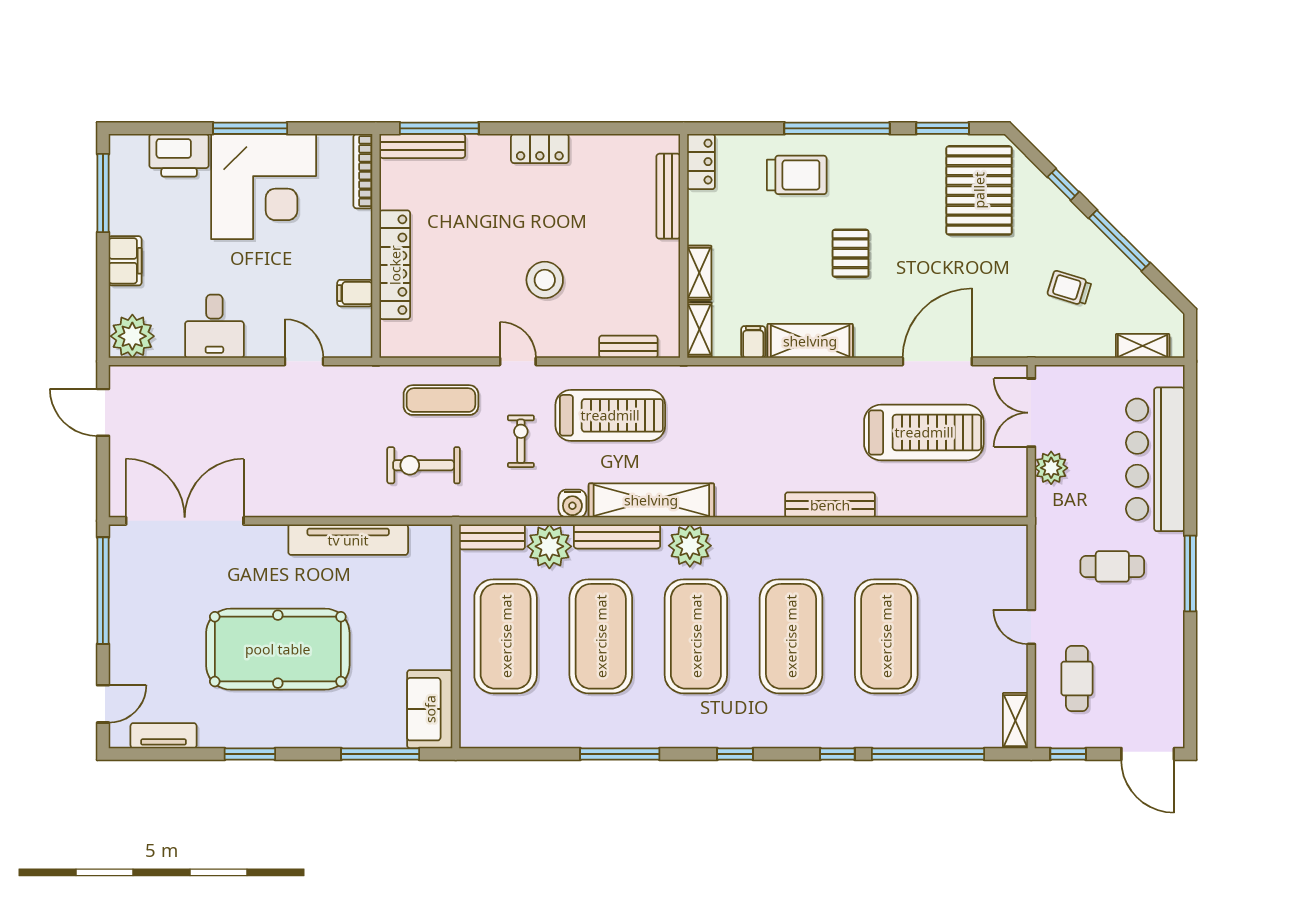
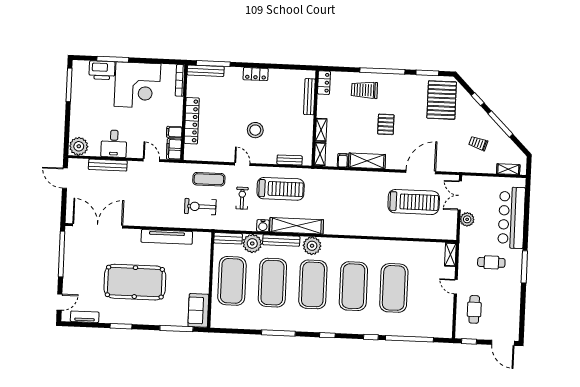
window: (250, 128) -> (113, 59), moved
trolley: (797, 175) -> (364, 90), turned 180
filing cabinet: (125, 261) -> (174, 149), moved, turned 180
bench: (830, 505) -> (108, 165), moved
shelving: (1015, 721) -> (450, 255), moved

